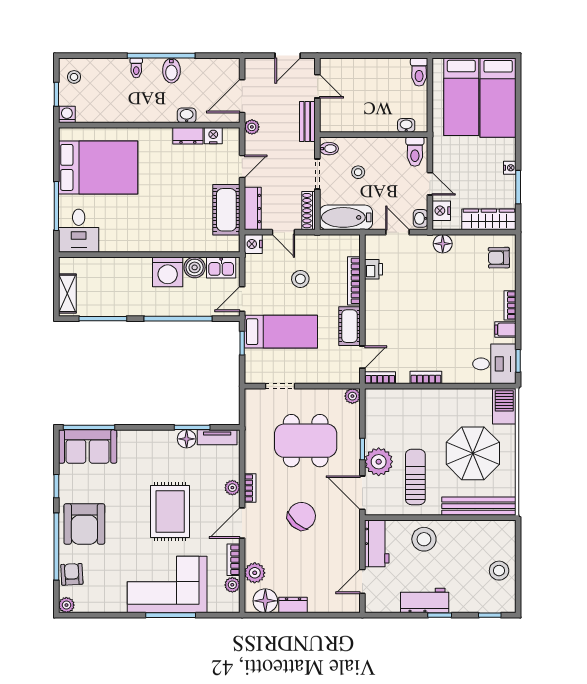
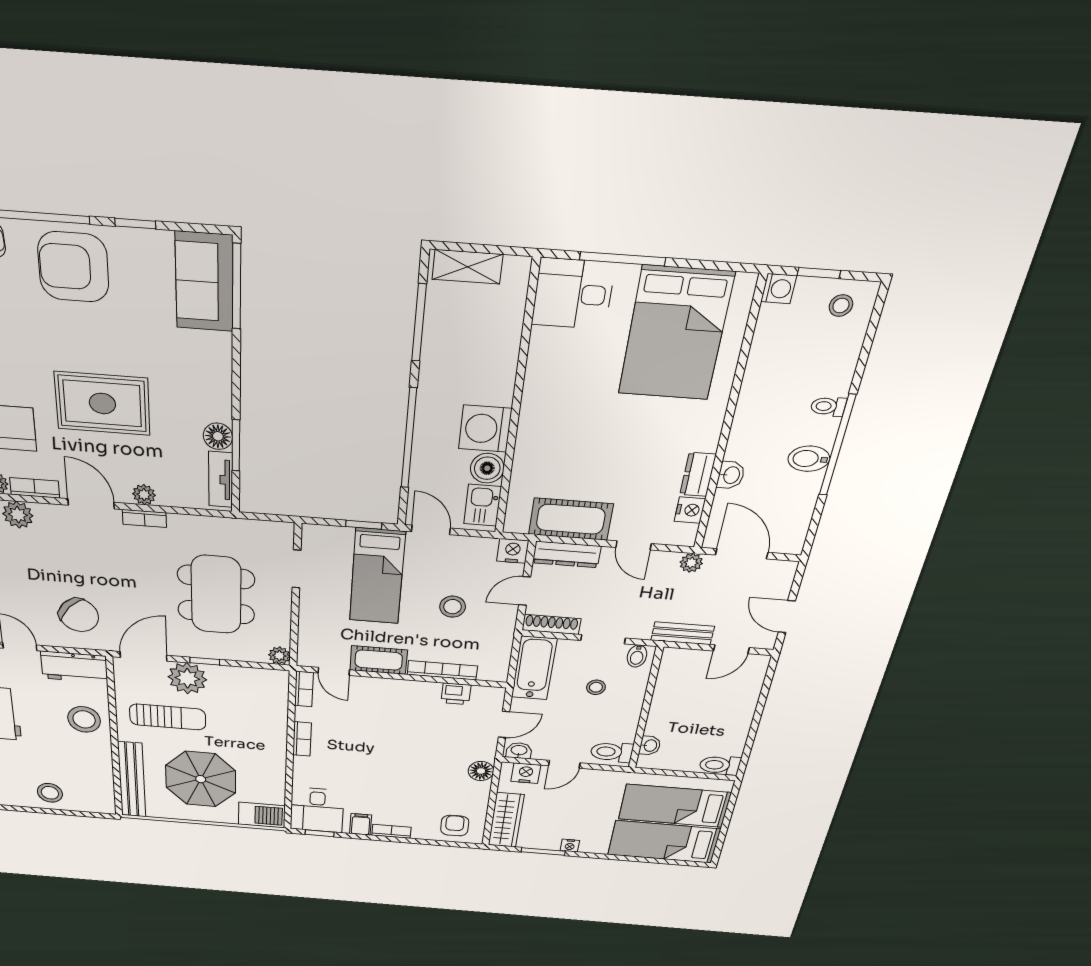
chair: (302, 516) -> (79, 615), moved

